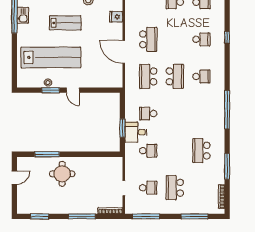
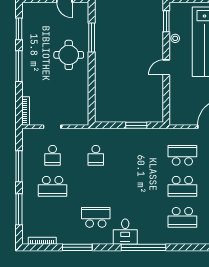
school desk: (201, 76) -> (182, 217), width x1.85
window: (51, 90) -> (166, 21), moved
school desk: (148, 114) -> (139, 155), removed
window: (122, 128) -> (136, 125), moved
desk: (136, 132) -> (125, 232), moved, turned 180
school desk: (175, 188) -> (53, 186), turned 180
window: (82, 216) -> (19, 66), moved
window: (146, 216) -> (19, 166), moved

